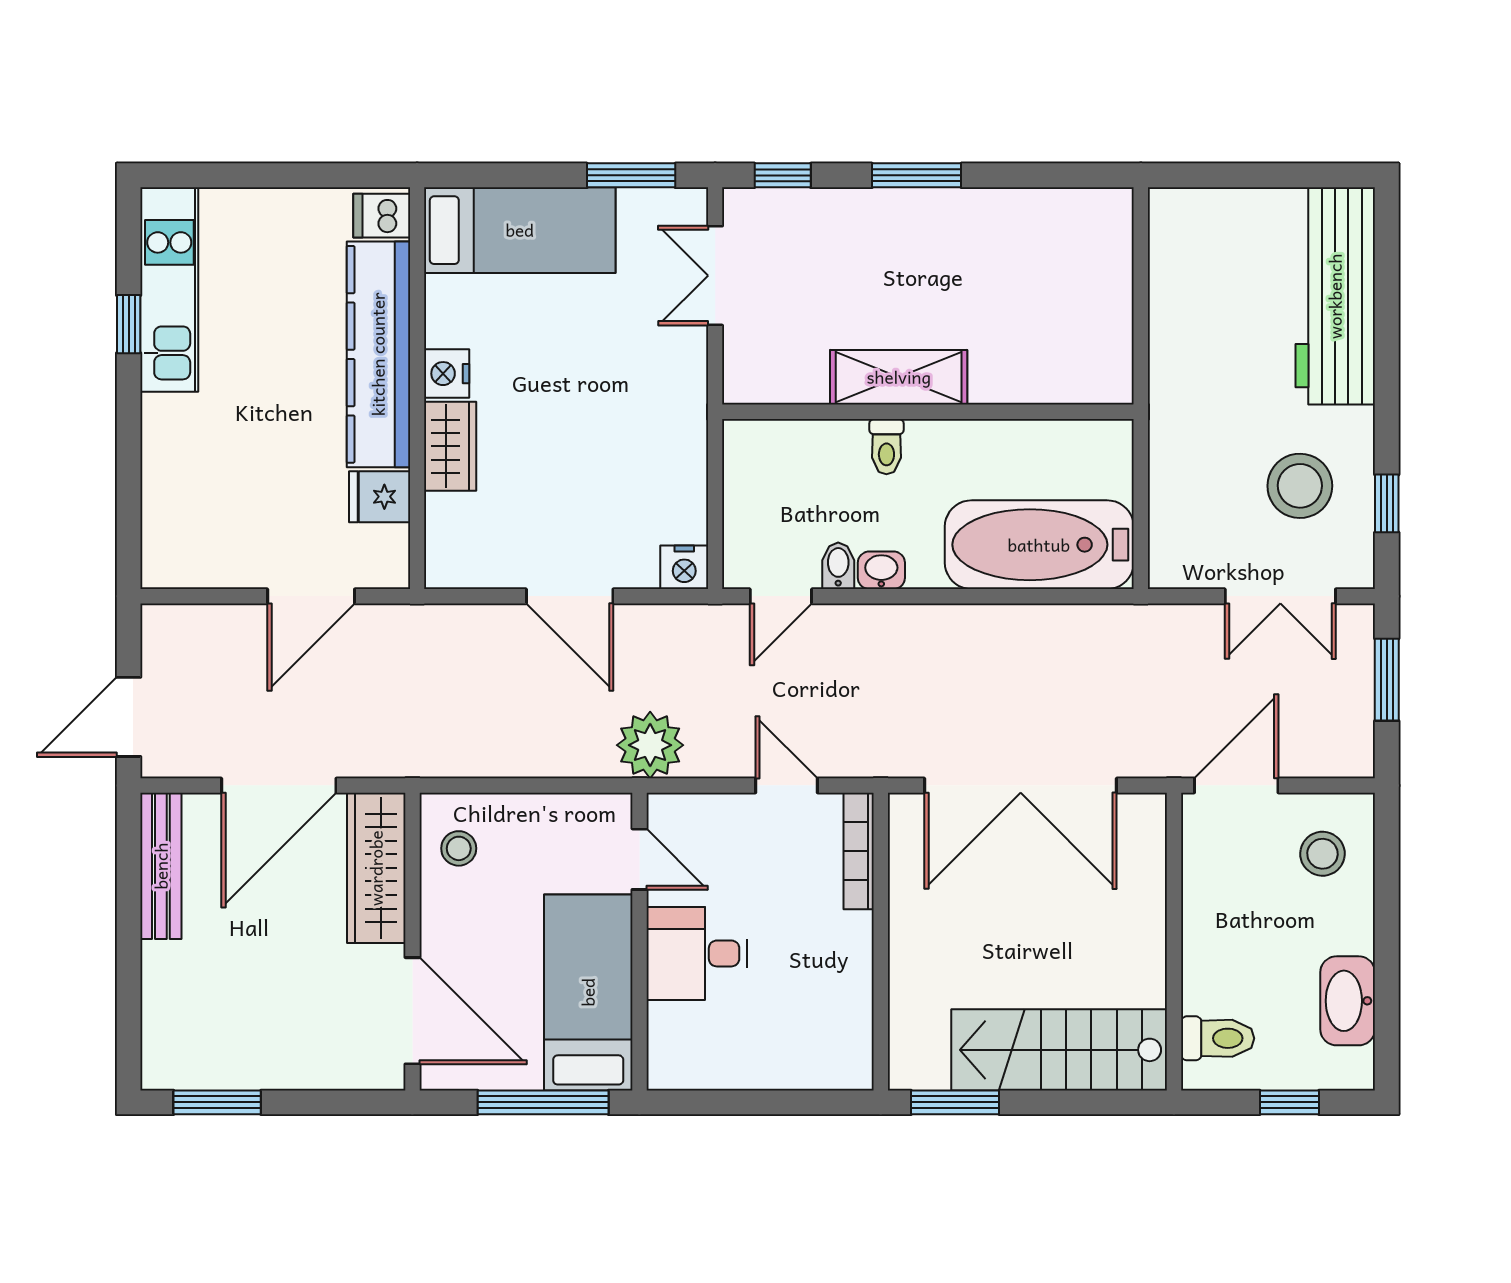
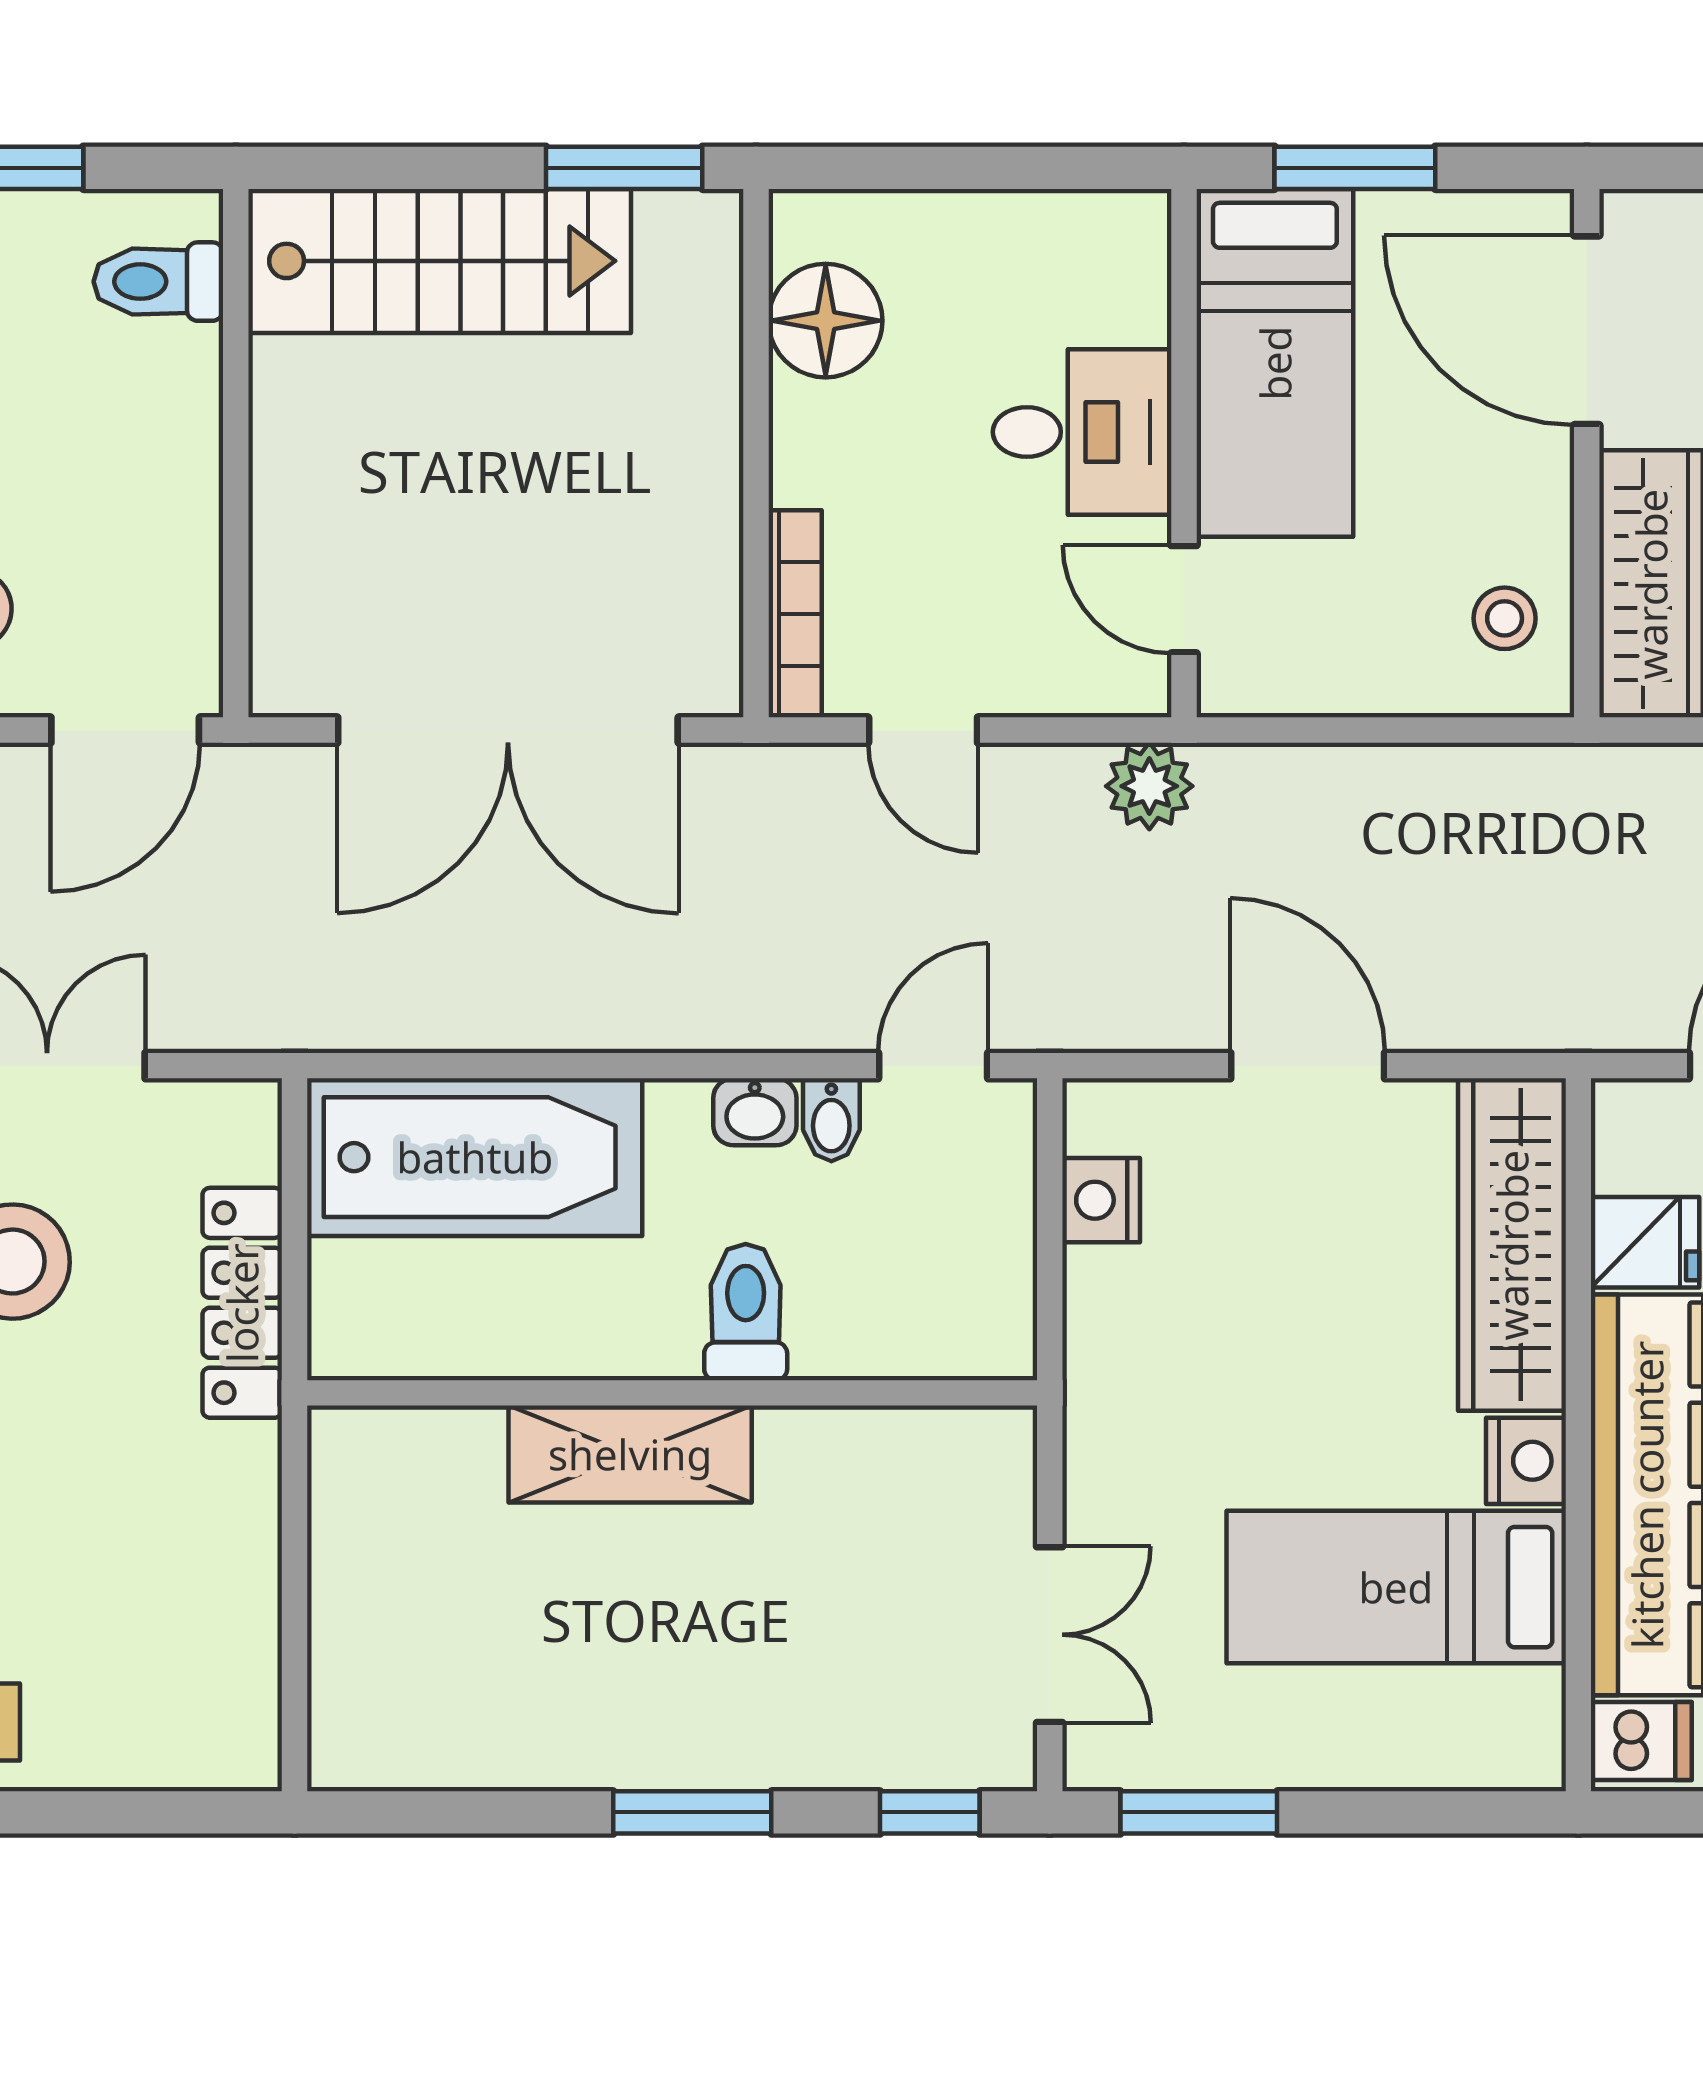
bed: (520, 230) -> (1396, 1587), moved
shelving: (899, 377) -> (630, 1454), moved
wardrobe: (450, 446) -> (1512, 1245), width x2.10, depth x1.17
toilet: (886, 447) -> (746, 1312), width x1.37, depth x1.39
locker: (1170, 463) -> (242, 1303), added
nightstand: (684, 567) -> (1101, 1200), moved, turned -90
plant: (650, 745) -> (1149, 786), width x0.73, depth x0.73
double door: (1021, 785) -> (508, 730), swing flipped
floor lamp: (841, 1016) -> (826, 321), added
window: (543, 1102) -> (1355, 168), width x0.69

